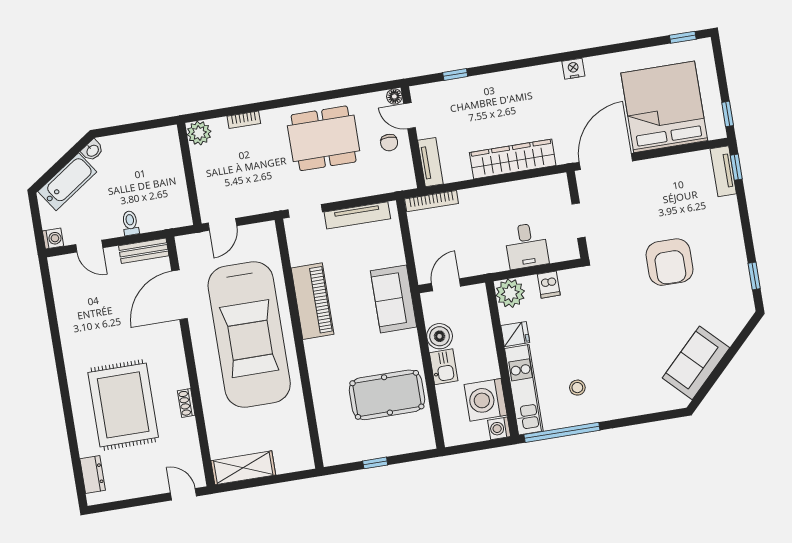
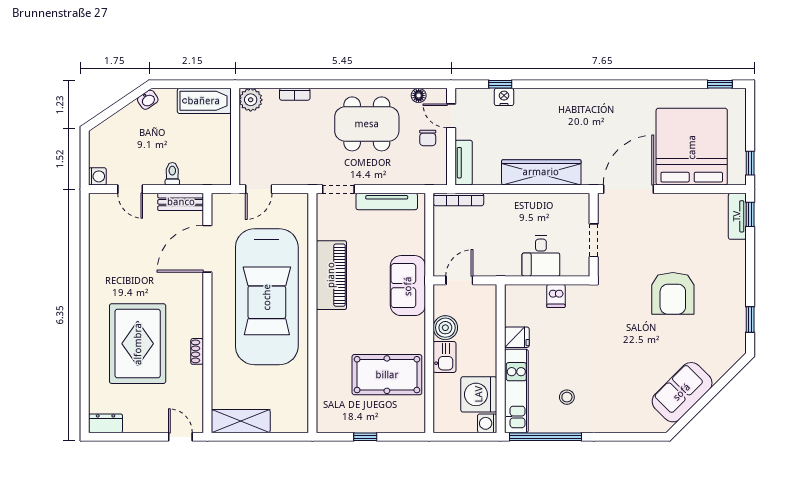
nightstand: (573, 69) -> (504, 97), moved
floor lamp: (394, 96) -> (419, 95), moved
bathtub: (67, 182) -> (204, 101), moved, turned 34
plant: (510, 293) -> (518, 298), removed
dresser: (93, 474) -> (106, 423), moved, turned -90

